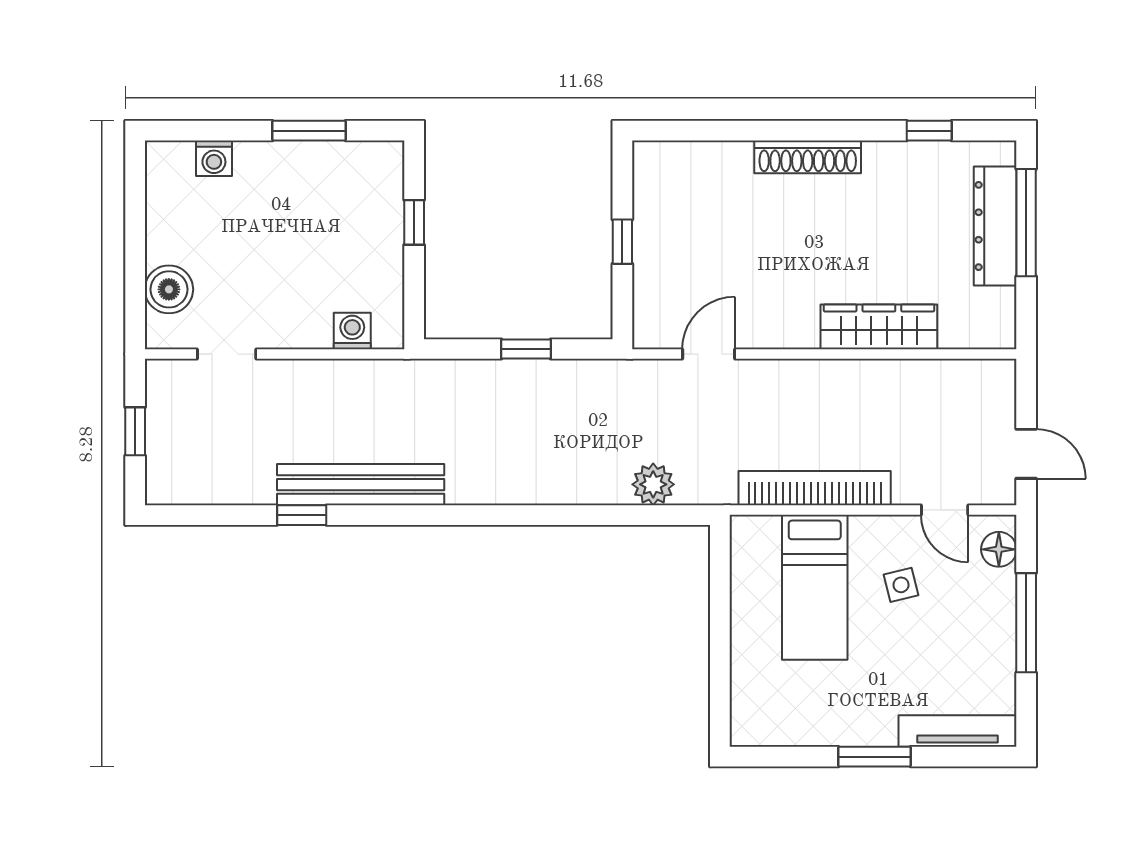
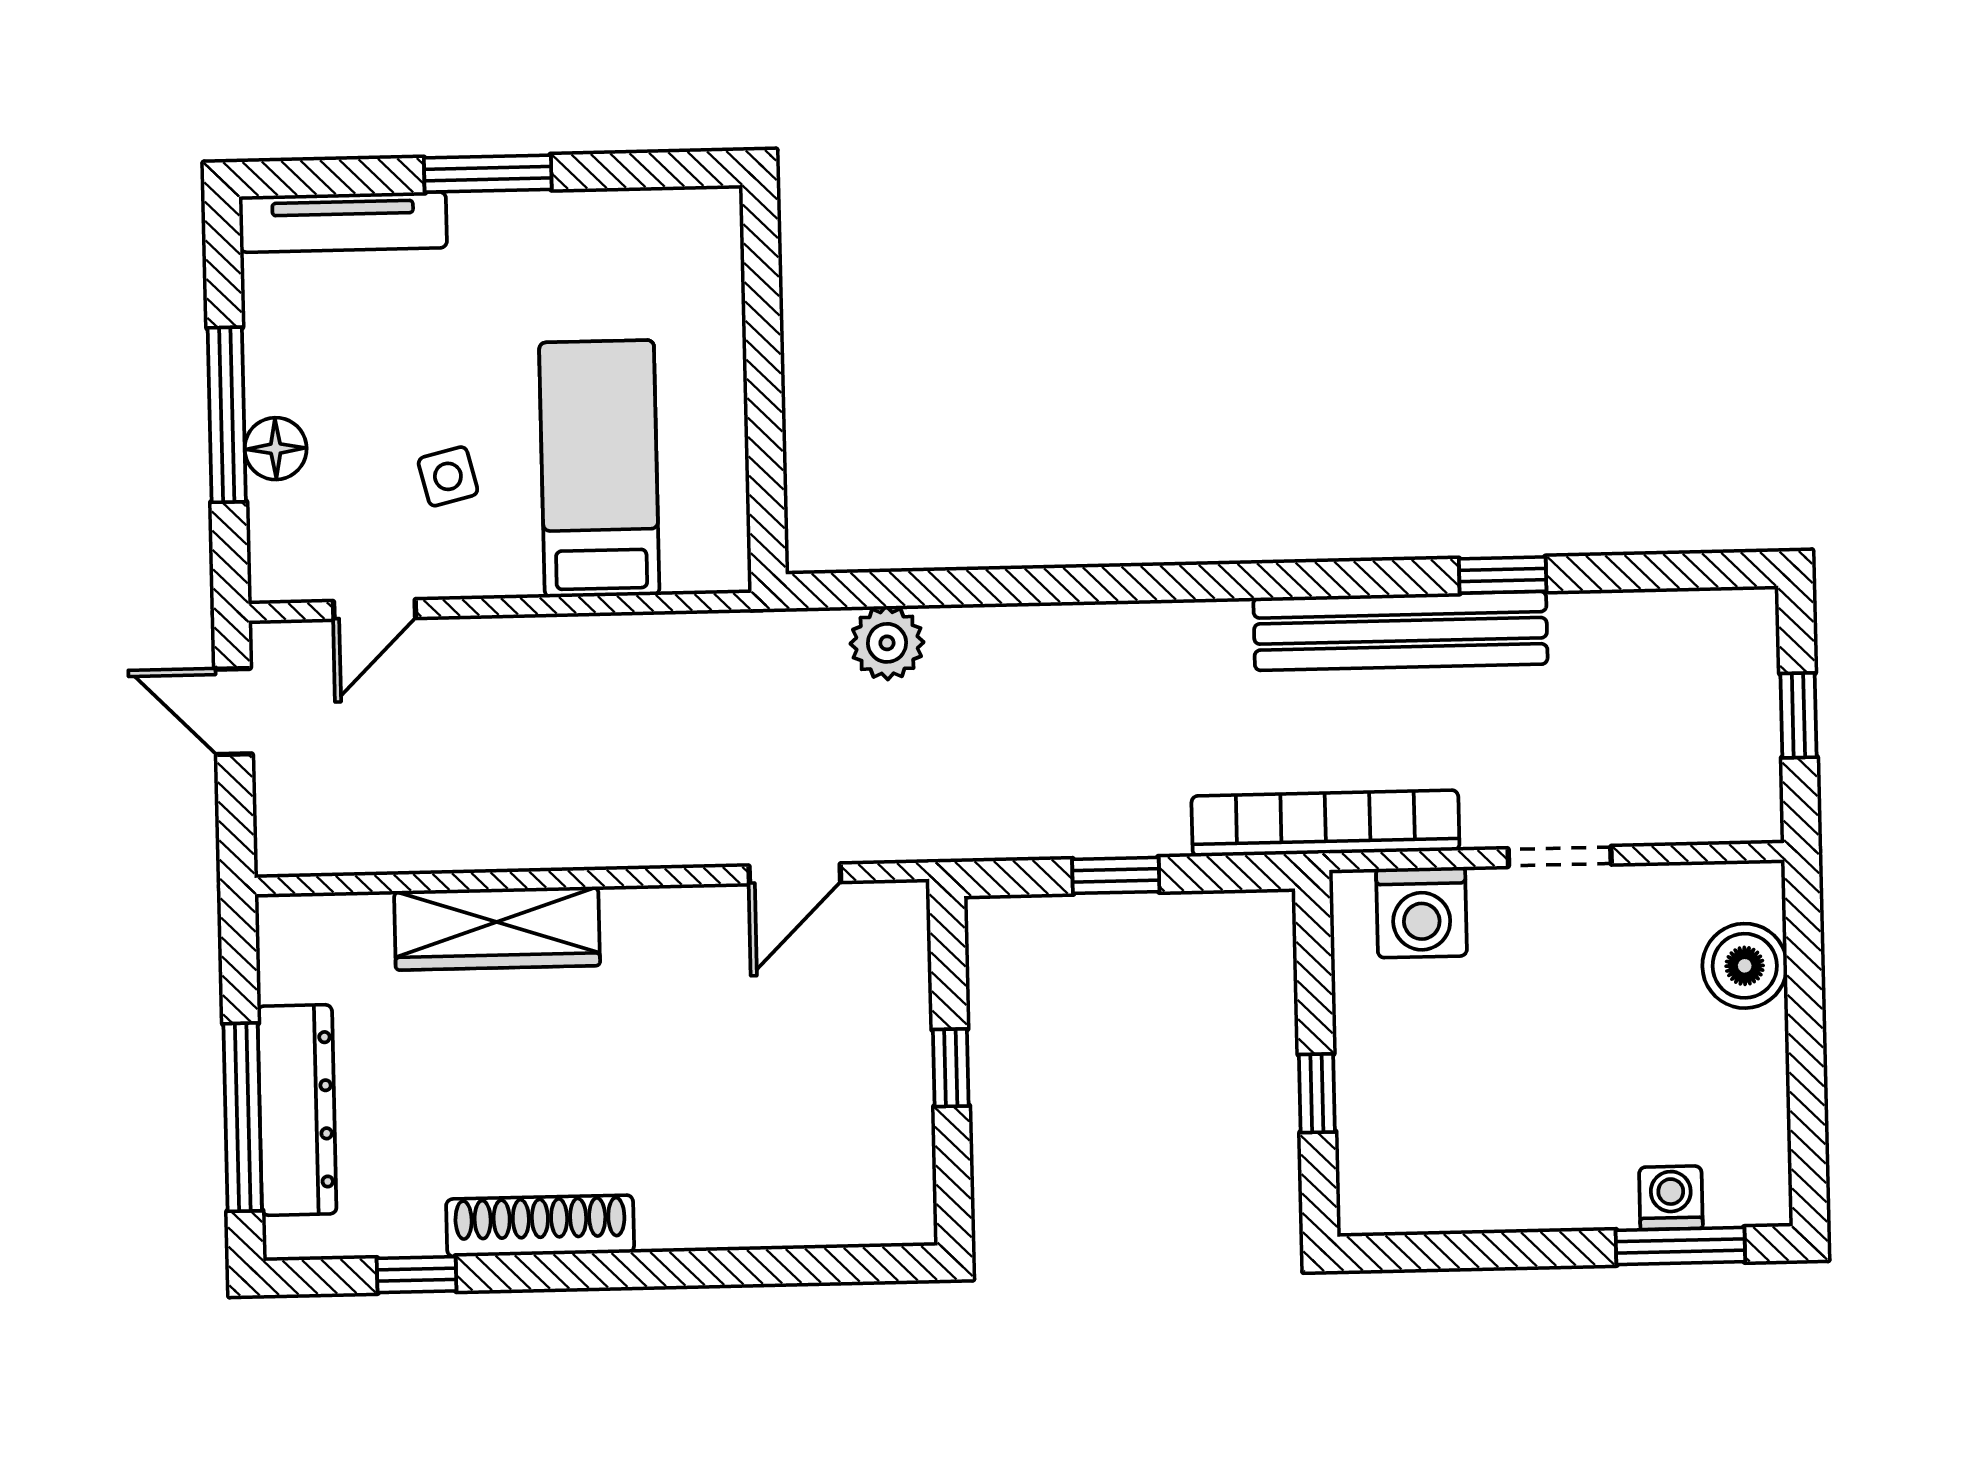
window: (309, 131) -> (1680, 1246), moved
shoe rack: (808, 157) -> (540, 1226), moved
washing machine: (352, 331) -> (1422, 912), width x1.38, depth x1.38
doorway: (227, 354) -> (1560, 856), moved
bookcase: (815, 488) -> (1325, 823), moved, turned 180
door: (945, 510) -> (375, 610), swing flipped
floor lamp: (999, 549) -> (276, 449), moved

